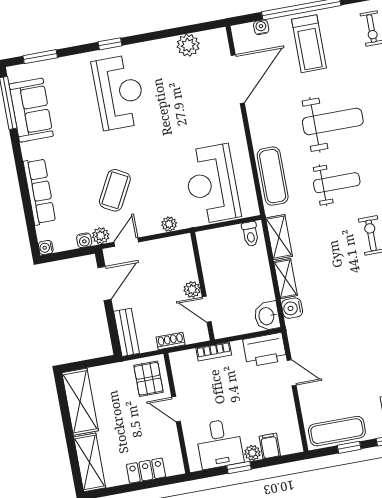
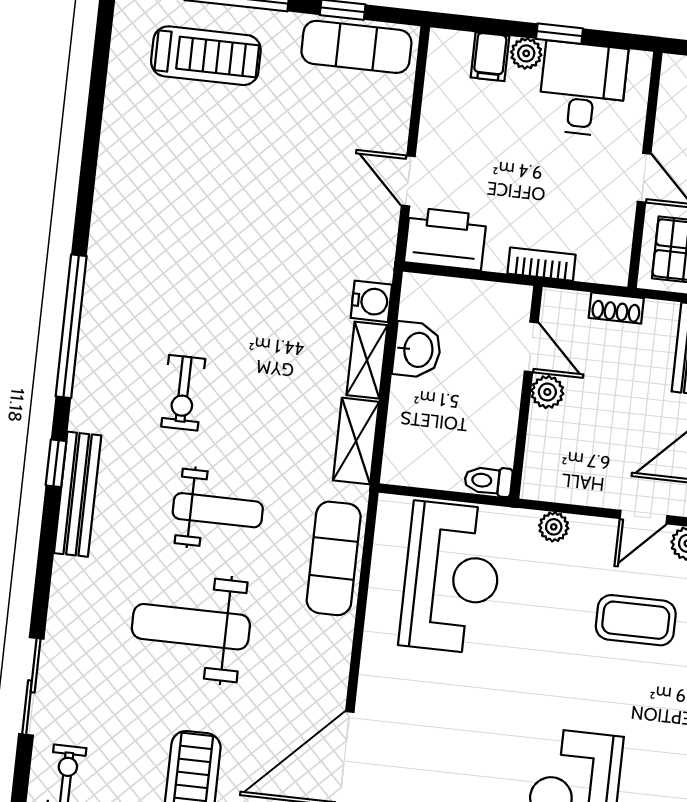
weight bench: (337, 183) -> (218, 510), turned 180
coffee table: (115, 190) -> (636, 620), turned 62
toilet: (250, 234) -> (488, 481), moved, turned -90
washbasin: (267, 316) -> (417, 350), moved

